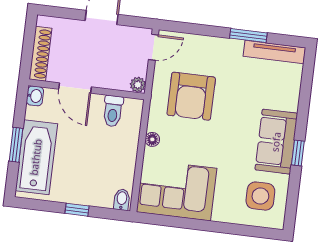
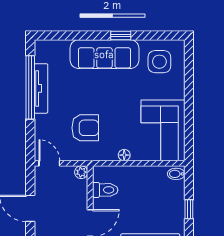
window: (248, 36) -> (30, 87), width x2.11
tv unit: (274, 52) -> (41, 88), moved
armchair: (191, 96) -> (85, 128), width x0.73, depth x0.73
sofa: (276, 142) -> (104, 54), width x1.36

